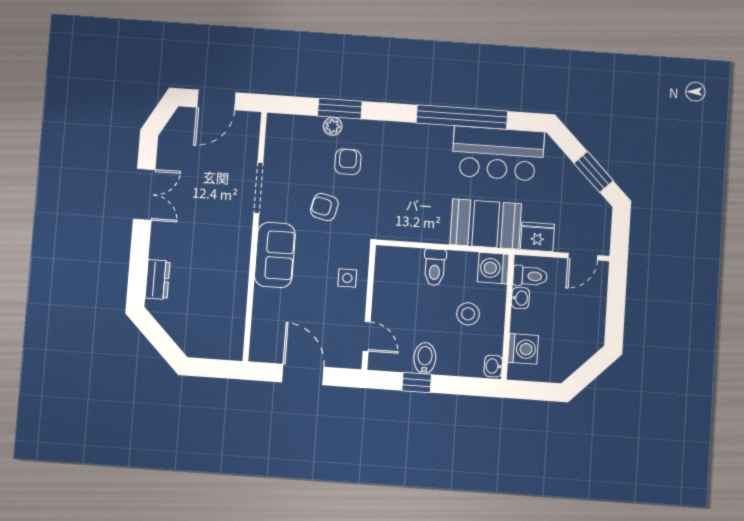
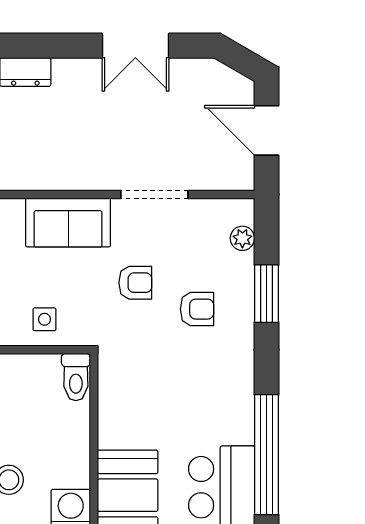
plant: (333, 126) -> (242, 238), moved
armchair: (324, 207) -> (135, 283), turned 77
toilet: (435, 267) -> (76, 377), moved, turned -90

